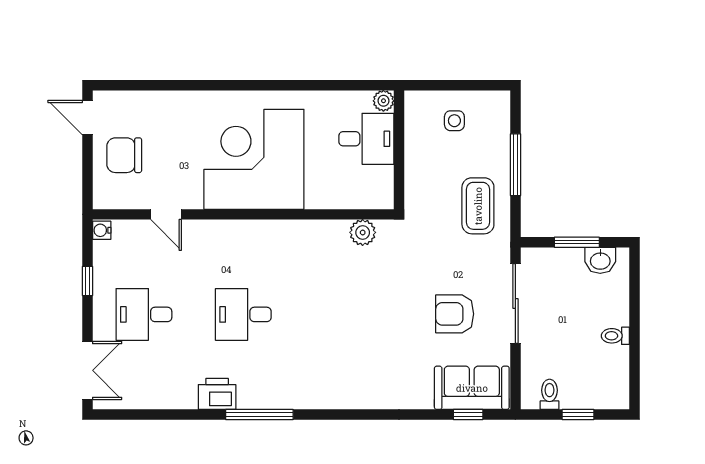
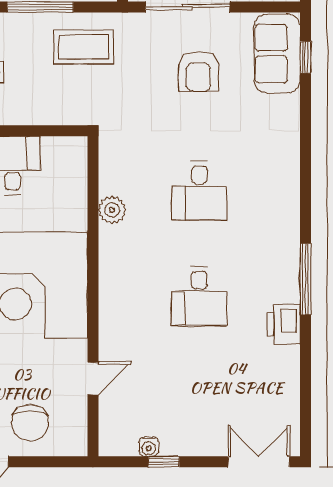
water cooler: (102, 230) -> (149, 447), moved
plant: (363, 232) -> (112, 210), moved
desk: (144, 314) -> (199, 191), moved

